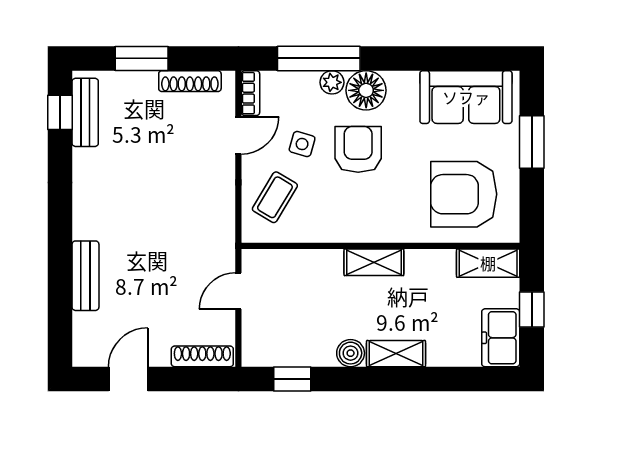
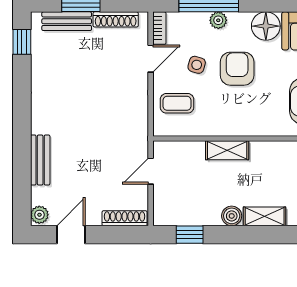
floor lamp: (366, 90) -> (266, 26), moved
bench: (85, 112) -> (67, 21), moved, turned 90
coffee table: (275, 197) -> (177, 103), turned 59
shelving: (374, 262) -> (227, 150), moved
plant: (85, 351) -> (39, 215), added

